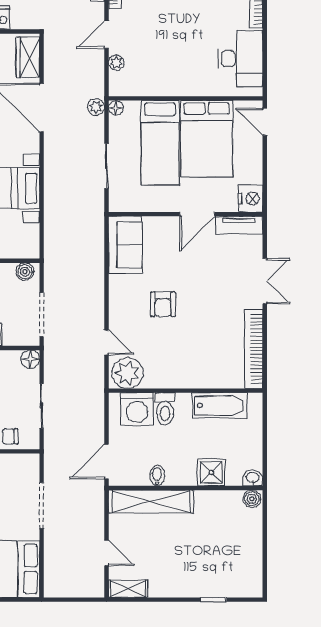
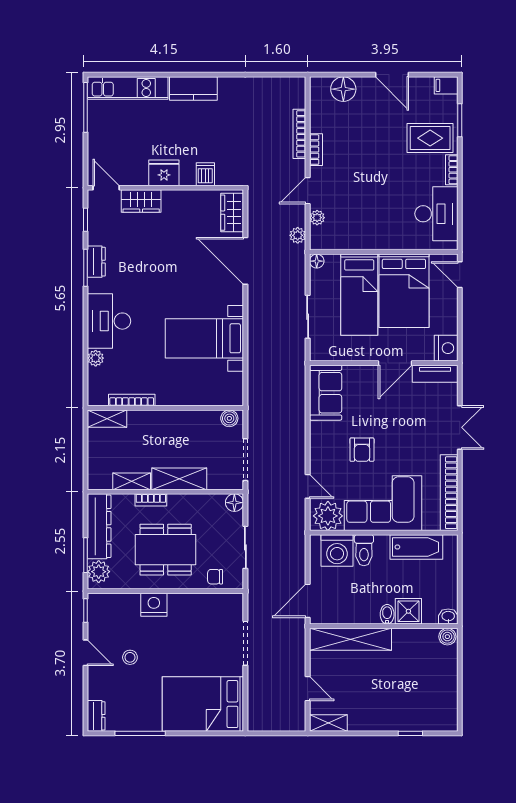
plant: (96, 107) -> (298, 235), moved
corner sofa: (185, 360) -> (383, 503), added
bidet: (157, 476) -> (387, 614), moved

